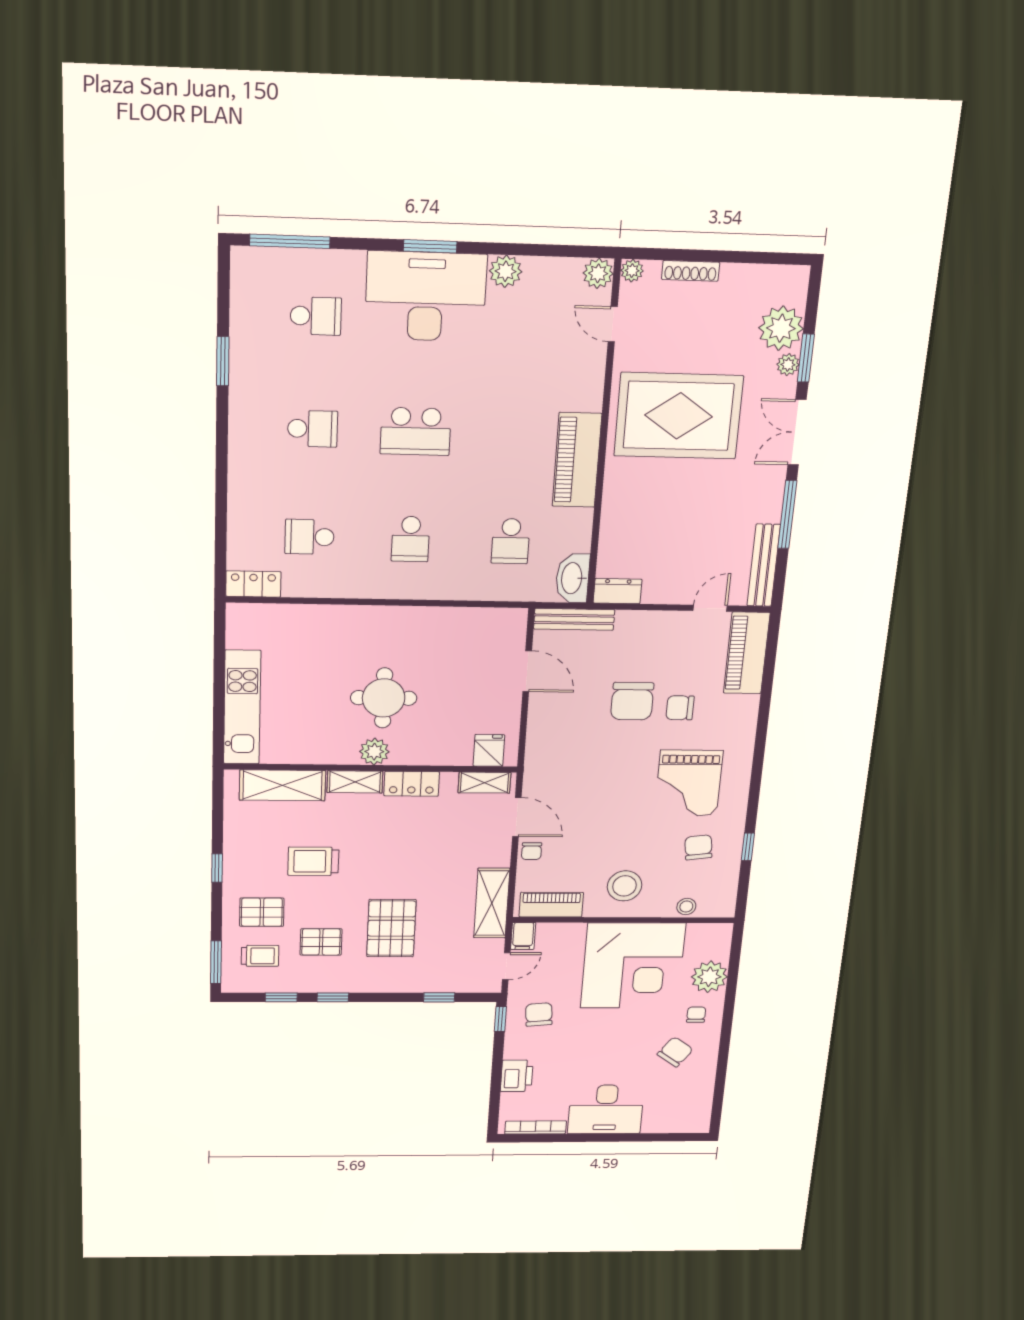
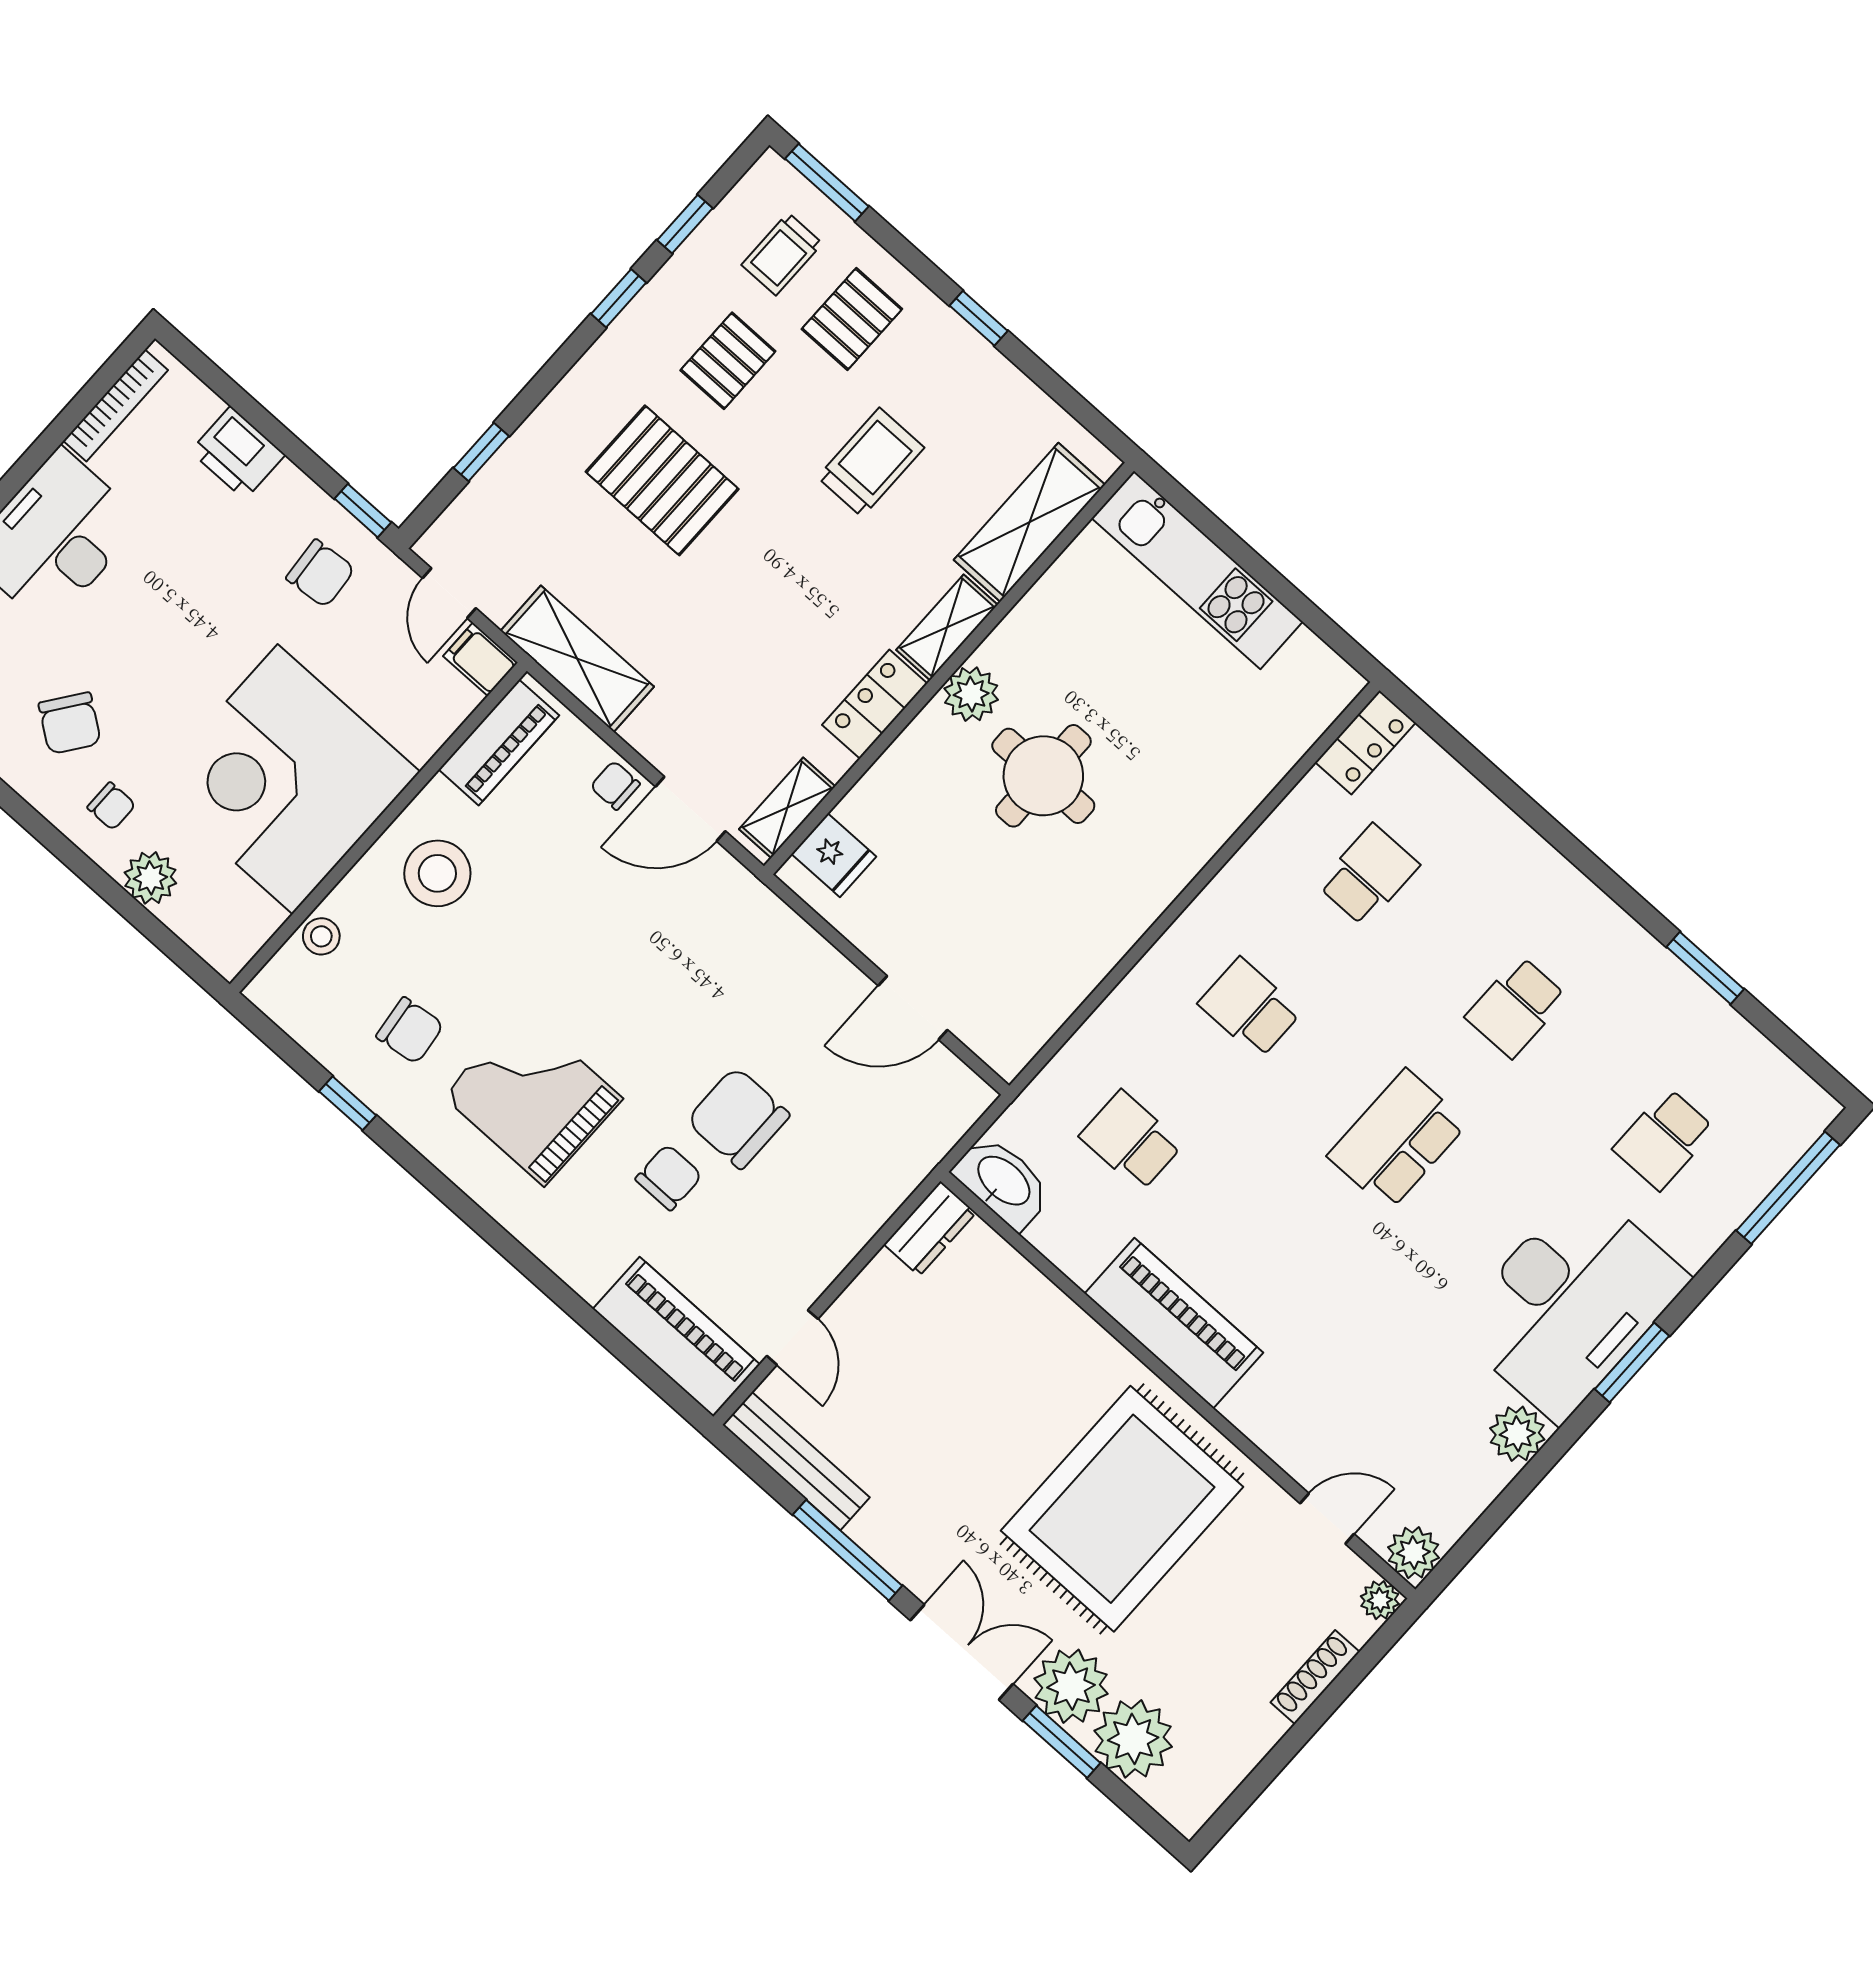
plant: (788, 365) -> (1071, 1686), width x1.88, depth x1.88
bench: (574, 619) -> (938, 1135), removed
plant: (709, 977) -> (150, 878), width x0.73, depth x0.73

